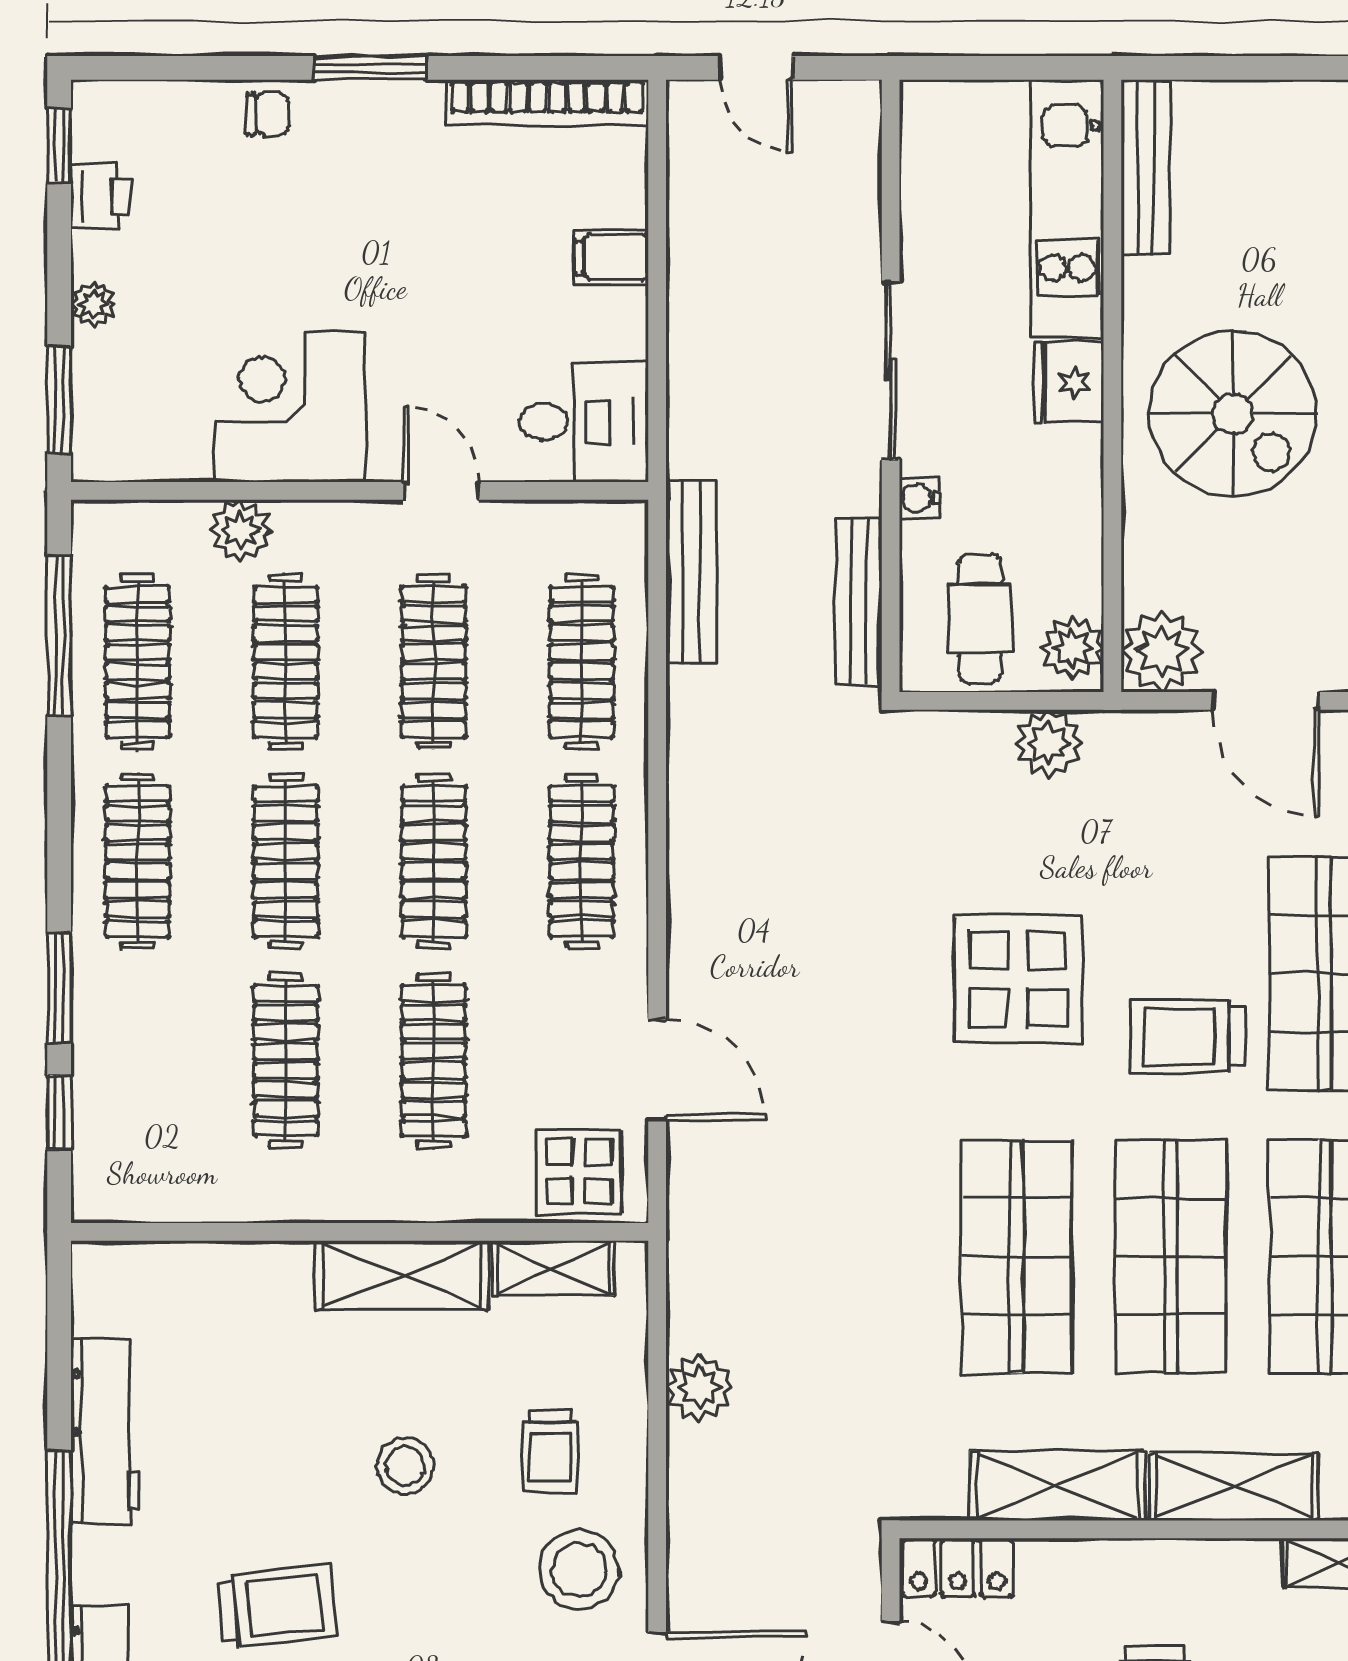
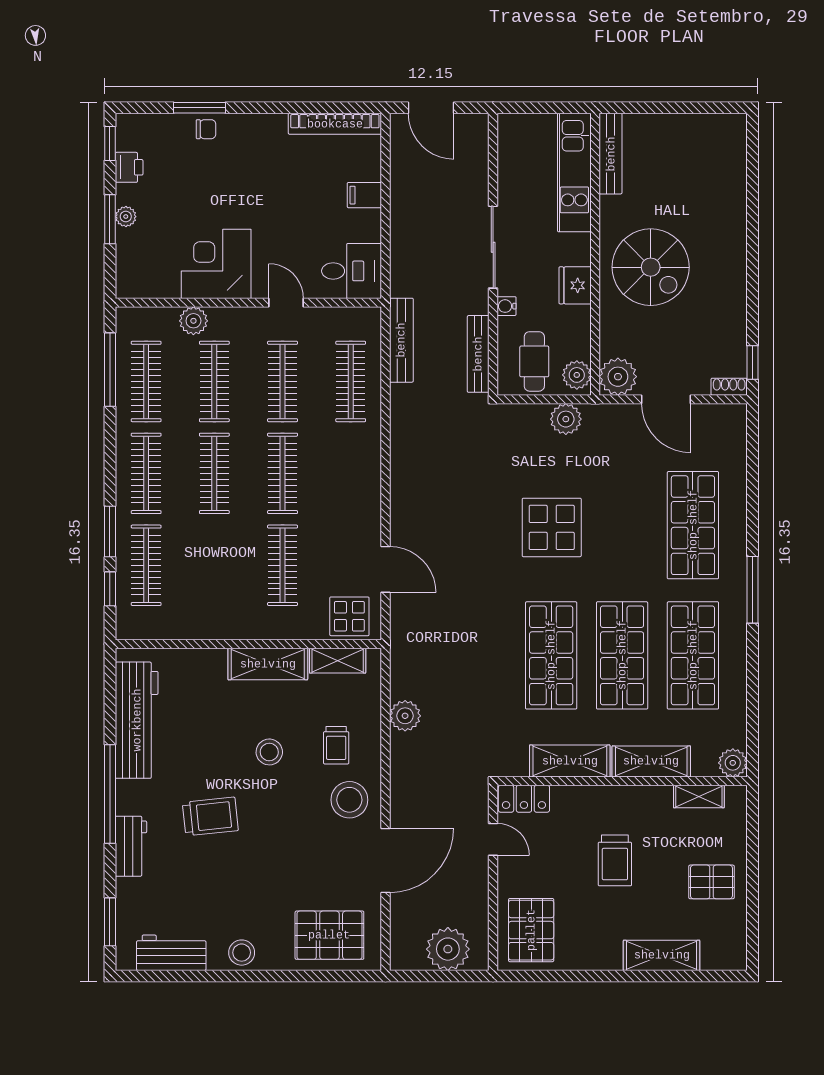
window: (371, 68) -> (199, 108), moved
door: (756, 68) -> (431, 108), width x1.37
fridge: (1069, 382) -> (575, 285), moved
window: (59, 400) -> (110, 219), moved
clothes rail: (582, 861) -> (351, 473), removed
trolley: (1187, 1036) -> (630, 554), removed
clothes rail: (286, 1061) -> (146, 565), moved
workbench: (106, 1431) -> (137, 720), width x1.36, depth x1.32

